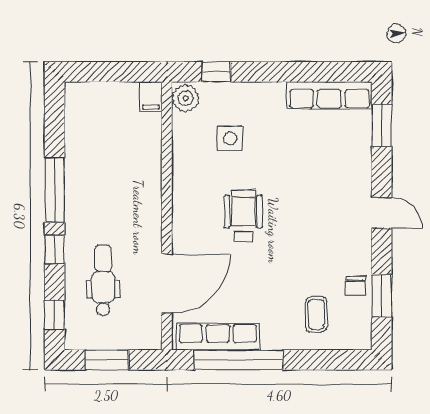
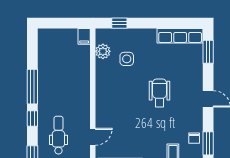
plant: (186, 98) -> (103, 51), moved
wheelchair: (243, 216) -> (160, 93), moved
door: (167, 283) -> (93, 137), width x0.53

